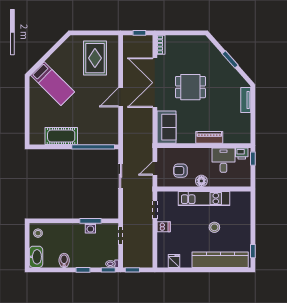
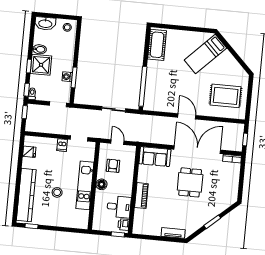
cot: (61, 136) -> (157, 45), moved
shower: (80, 257) -> (41, 65), added

